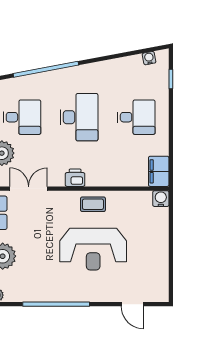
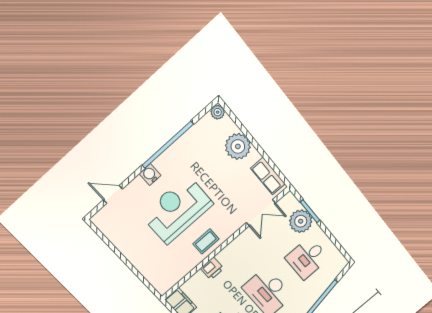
printer: (75, 178) -> (212, 268), moved
water cooler: (161, 199) -> (150, 175), moved, turned 180

